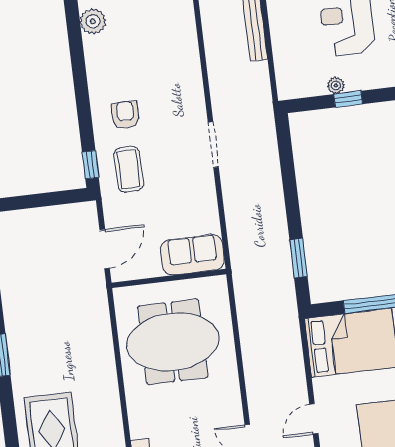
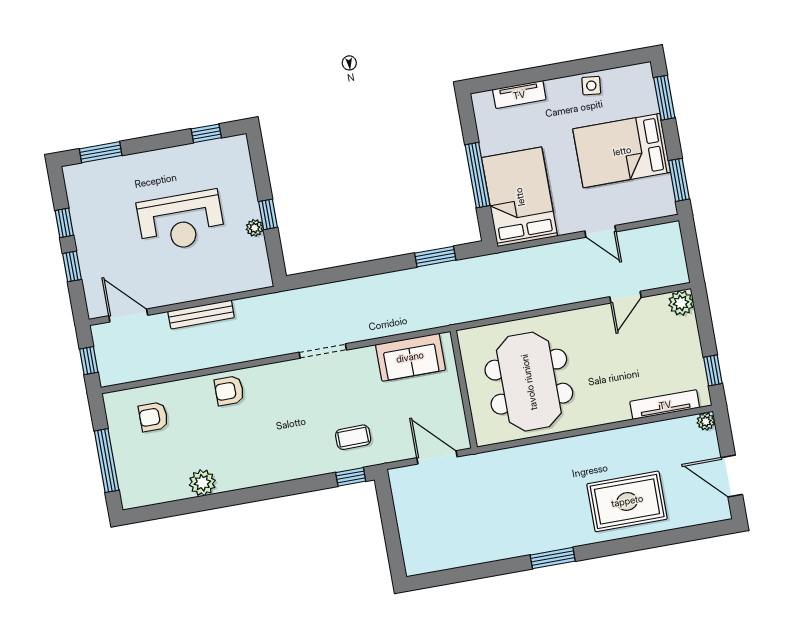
armchair: (125, 115) -> (229, 391), moved
coffee table: (129, 169) -> (353, 437), width x0.73, depth x0.77
sofa: (192, 255) -> (410, 357), moved, turned -90

